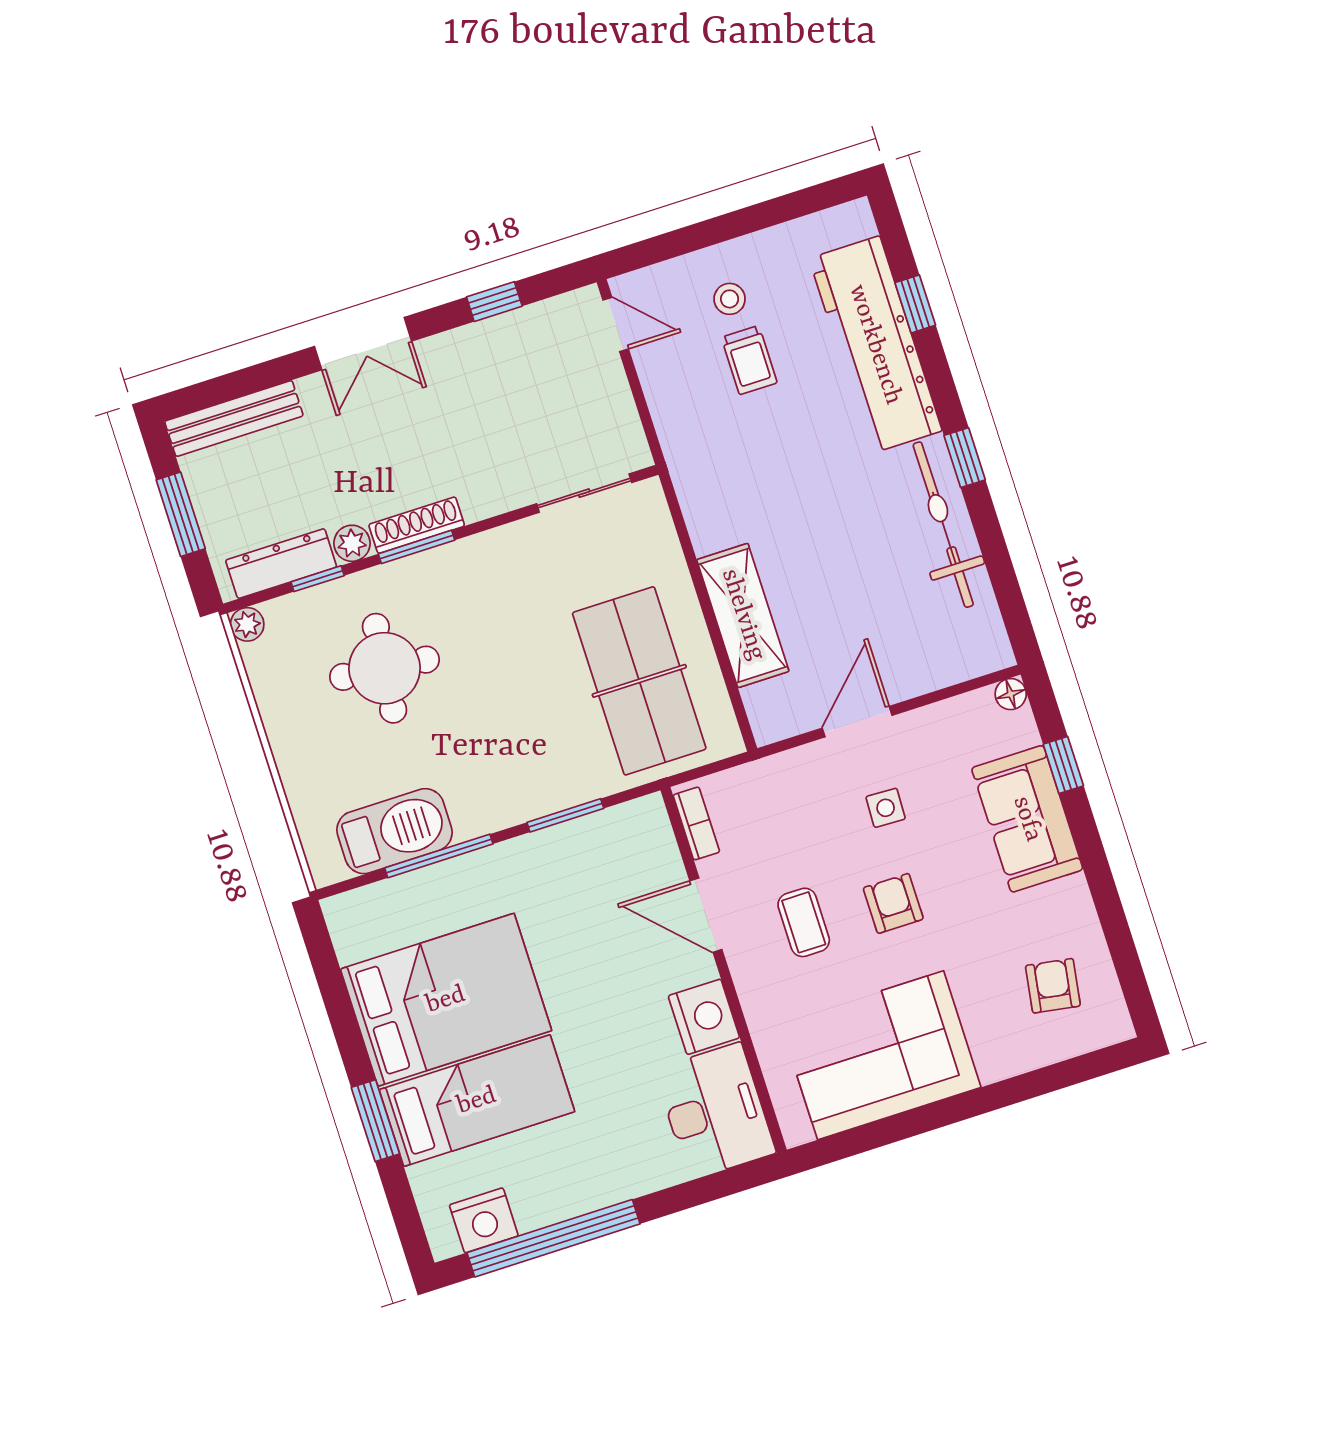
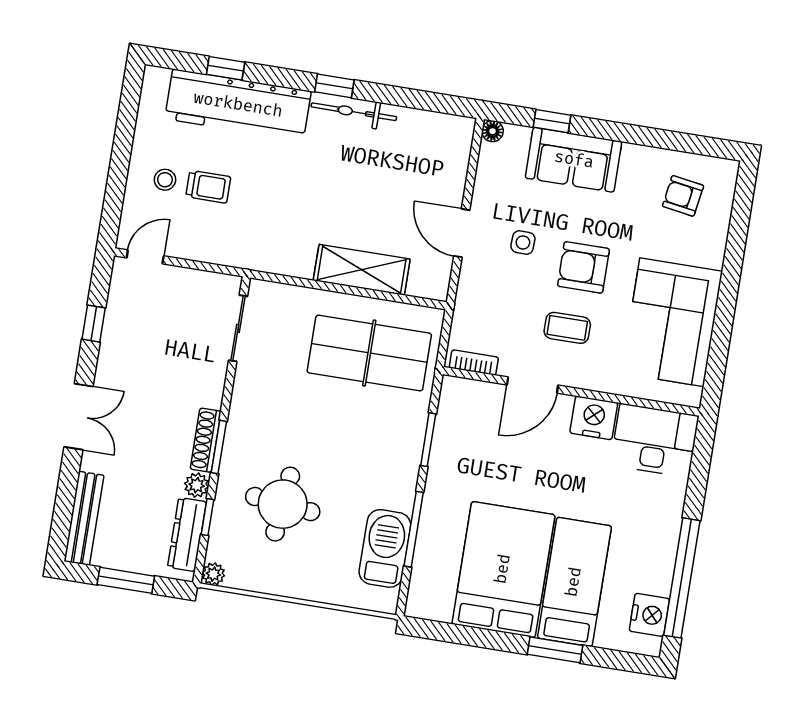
bicycle: (943, 525) -> (354, 112), width x0.73, depth x0.71
armchair: (893, 903) -> (583, 267), width x1.38, depth x1.38

